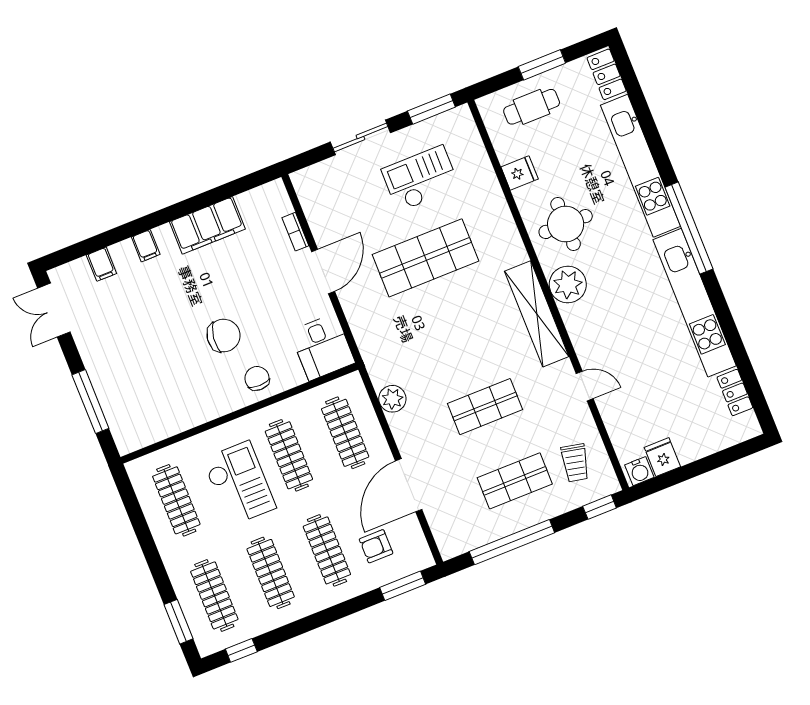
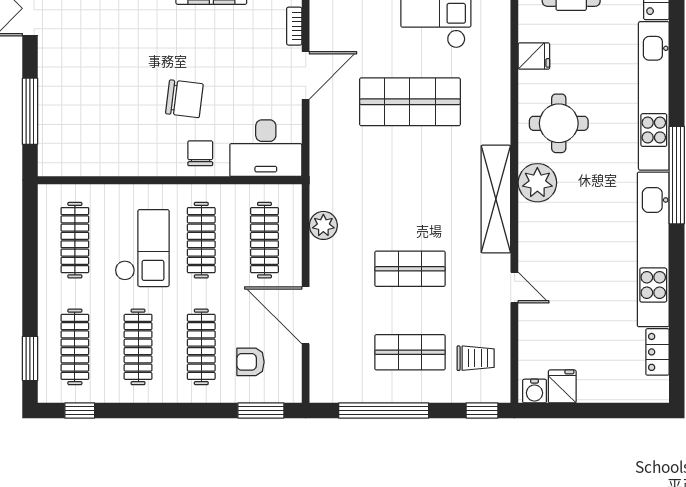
desk: (322, 347) -> (266, 148), width x1.37
trolley: (575, 463) -> (476, 358), turned -102
door: (409, 485) -> (306, 315), hinge flipped

